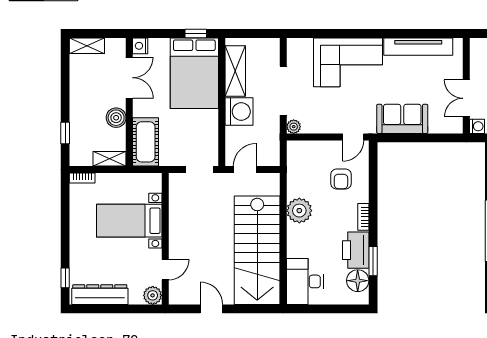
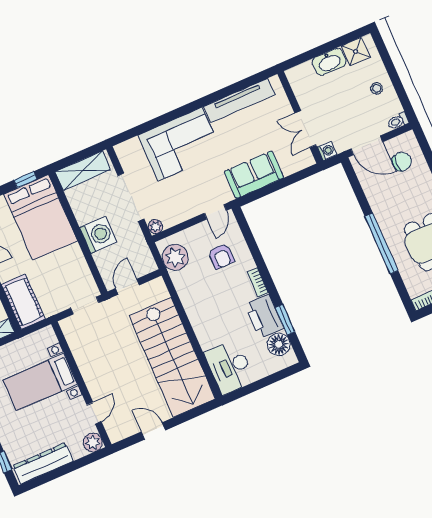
shelving: (235, 71) -> (83, 171), moved, turned 90
plant: (299, 211) -> (175, 257), moved

